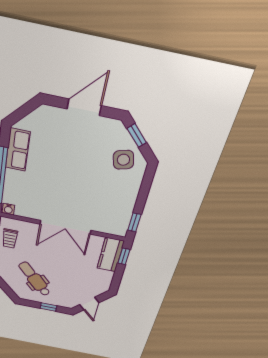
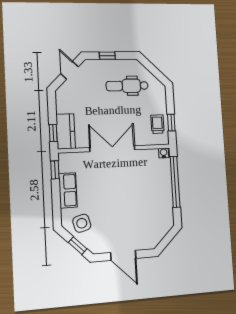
door: (84, 107) -> (123, 255), hinge flipped
row of seats: (18, 150) -> (68, 190), moved, turned 180
dental chair: (35, 279) -> (127, 86), turned 133

